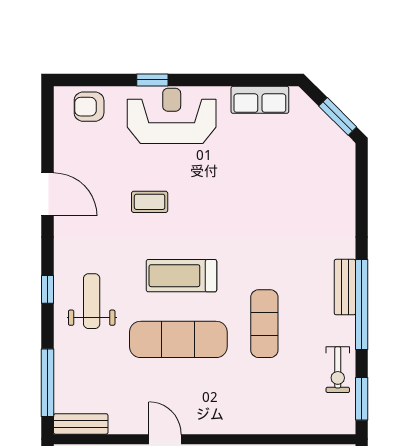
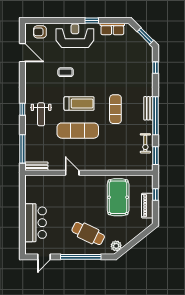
window: (152, 80) -> (92, 21), moved
window: (362, 191) -> (155, 68), added
door: (48, 194) -> (22, 53), moved
treadmill: (181, 276) -> (79, 103), turned 180
weight bench: (92, 301) -> (41, 114), turned 180
exercise mat: (264, 324) -> (115, 109), moved

